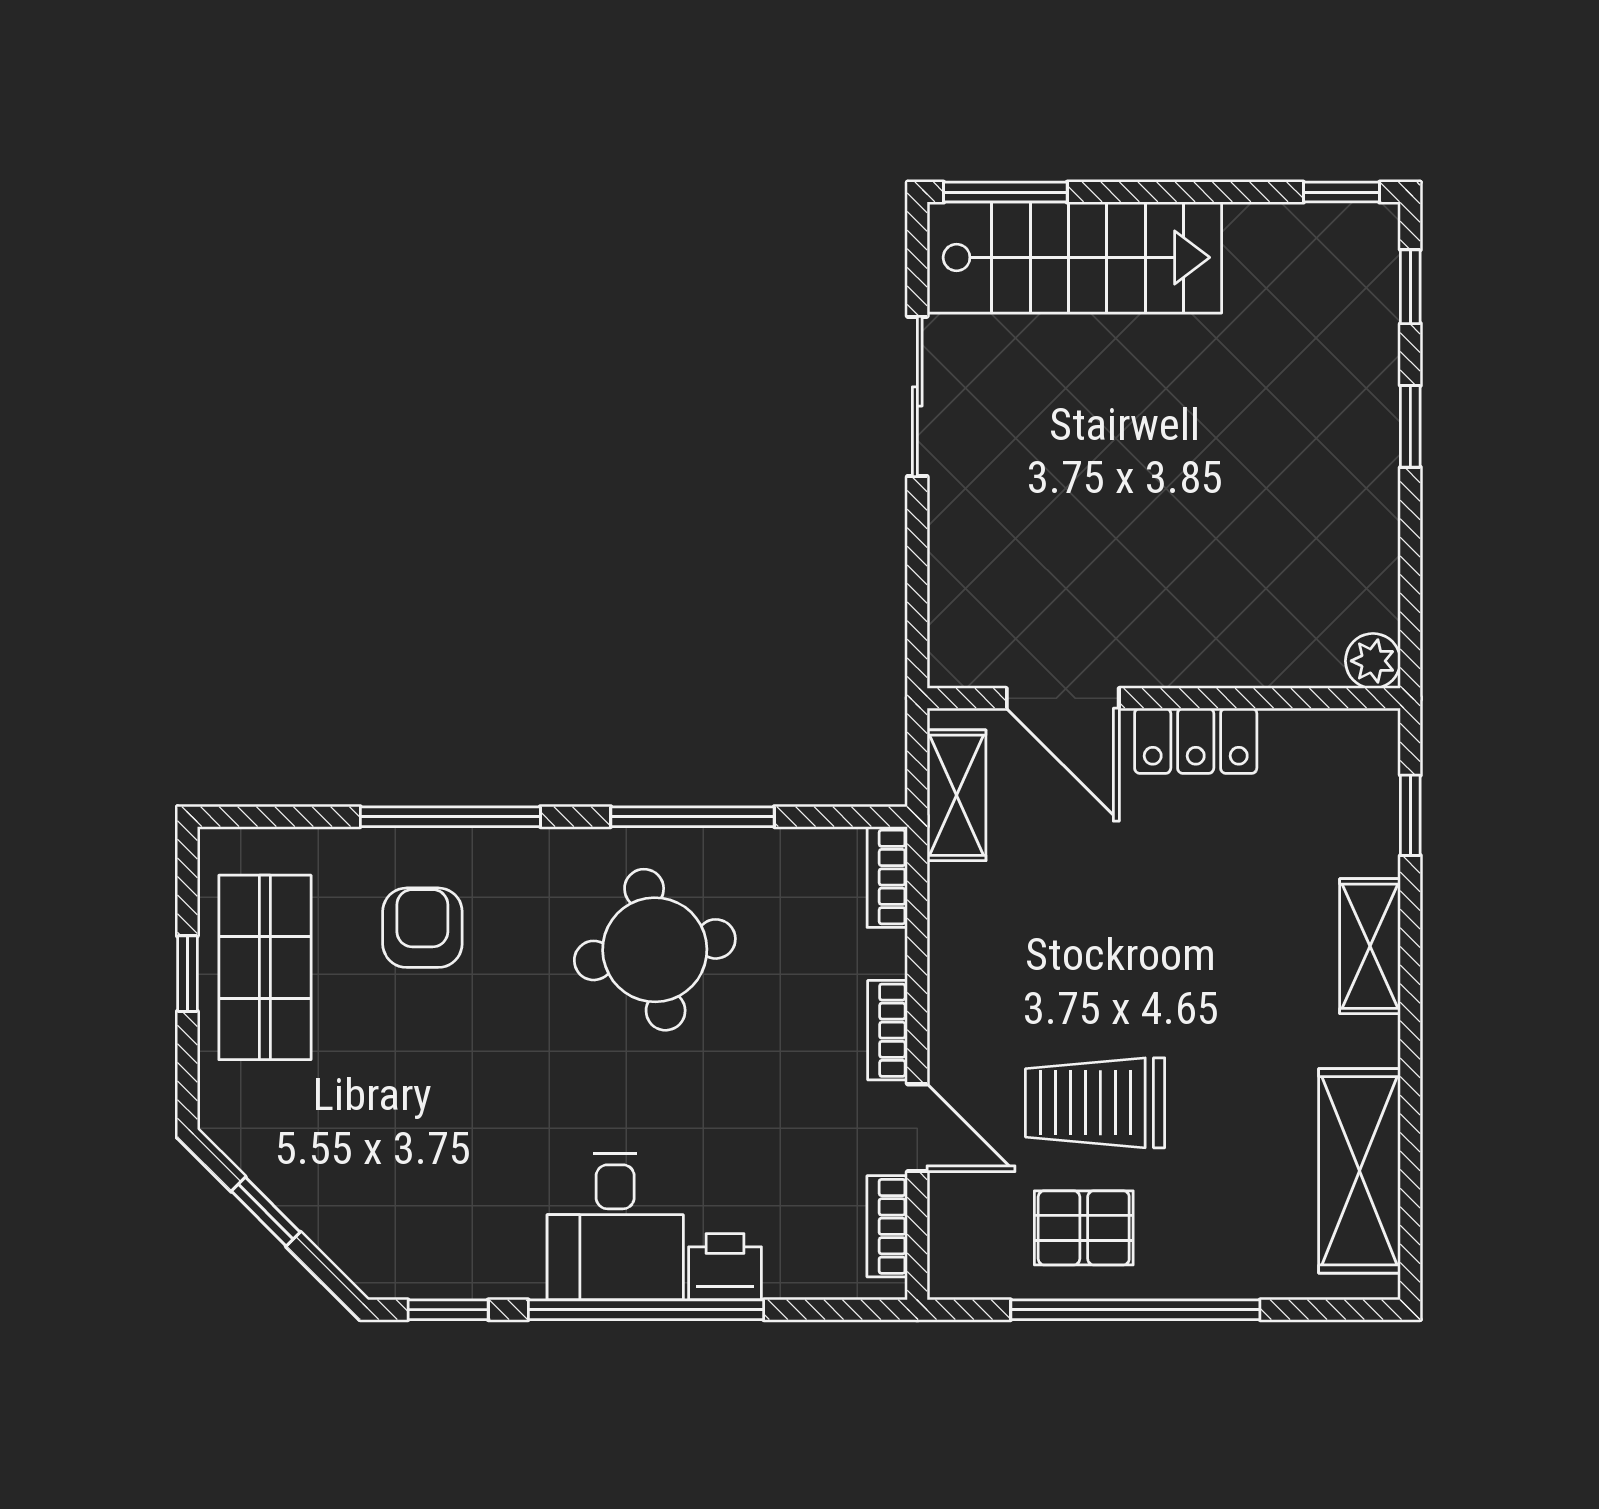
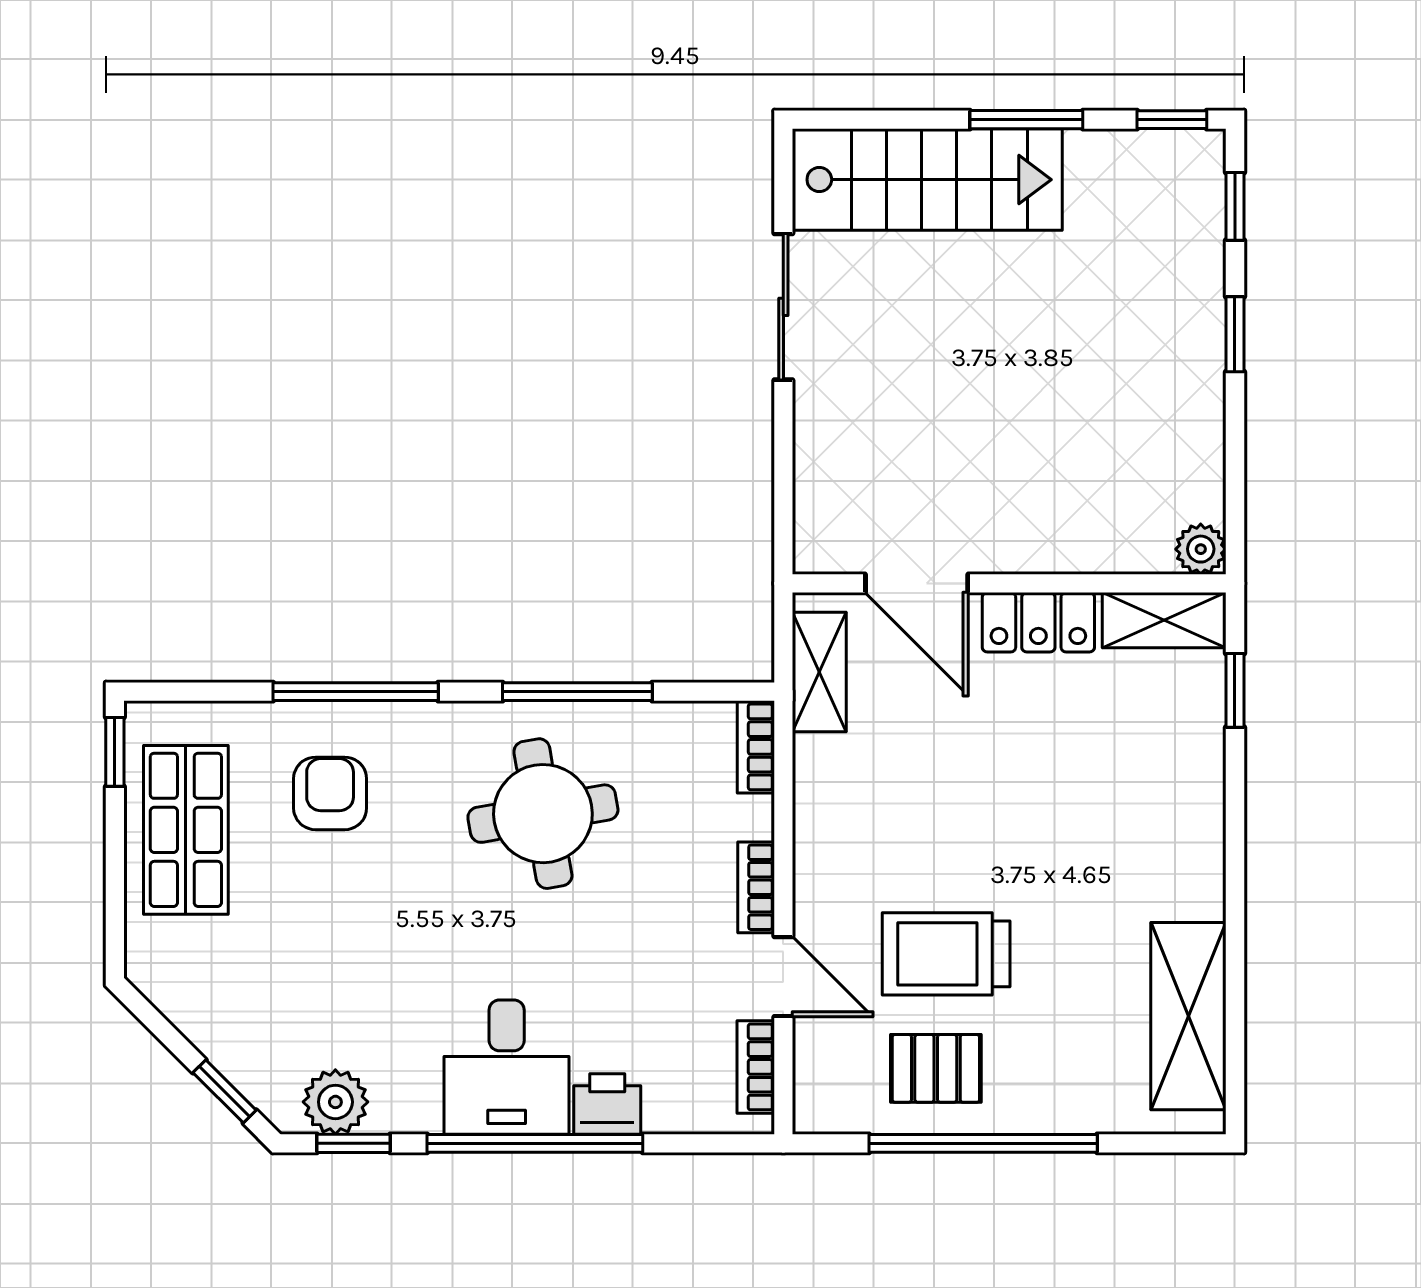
window: (1005, 192) -> (1026, 120), moved
shelving: (1370, 946) -> (1164, 620), moved, turned 90
window: (187, 974) -> (115, 752), moved
window: (266, 1212) -> (225, 1091), moved
plant: (428, 1265) -> (335, 1102), added

